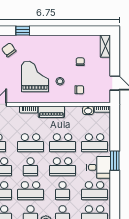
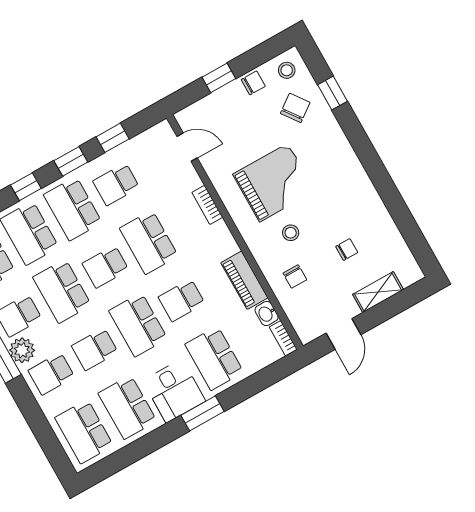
window: (23, 31) -> (333, 93), moved
shelving: (105, 46) -> (378, 292), moved
piano: (51, 112) -> (244, 280), moved
school desk: (62, 143) -> (182, 300), width x0.54

